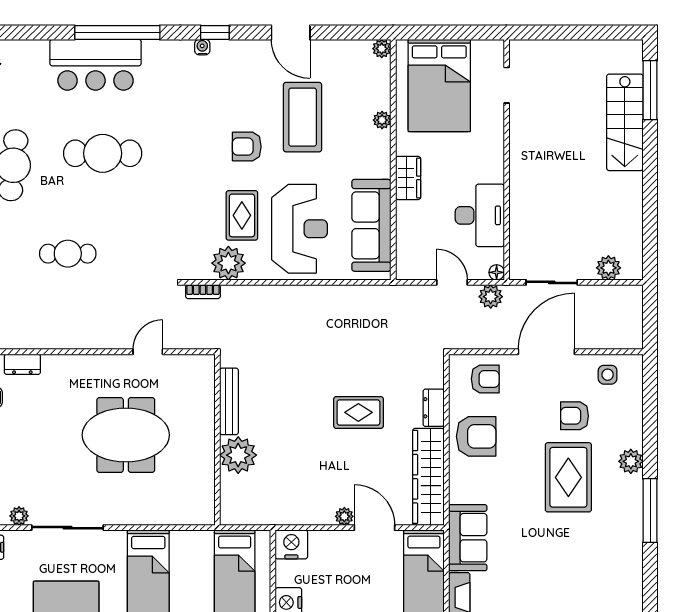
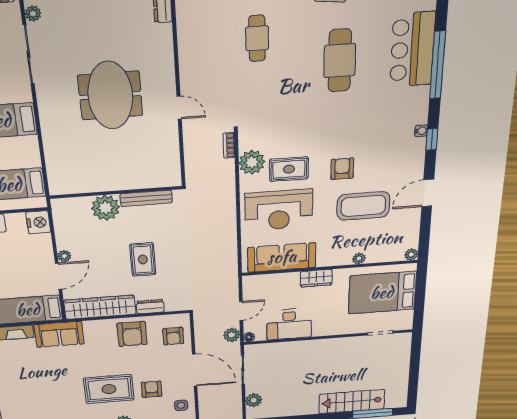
bench: (229, 401) -> (146, 198), moved
wall: (217, 440) -> (116, 192), moved
plant: (238, 455) -> (106, 208), moved

